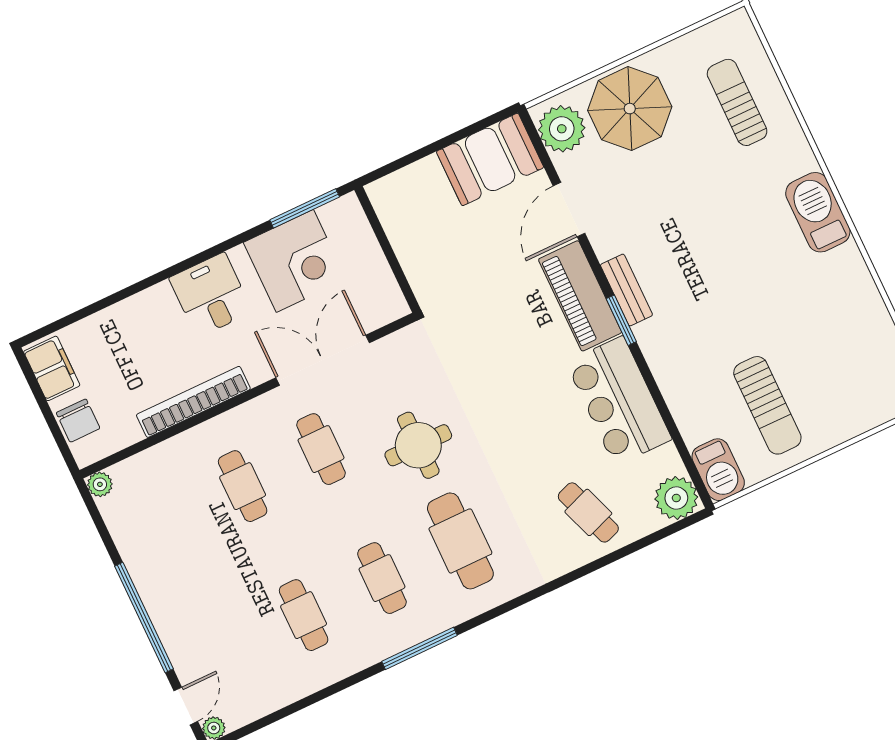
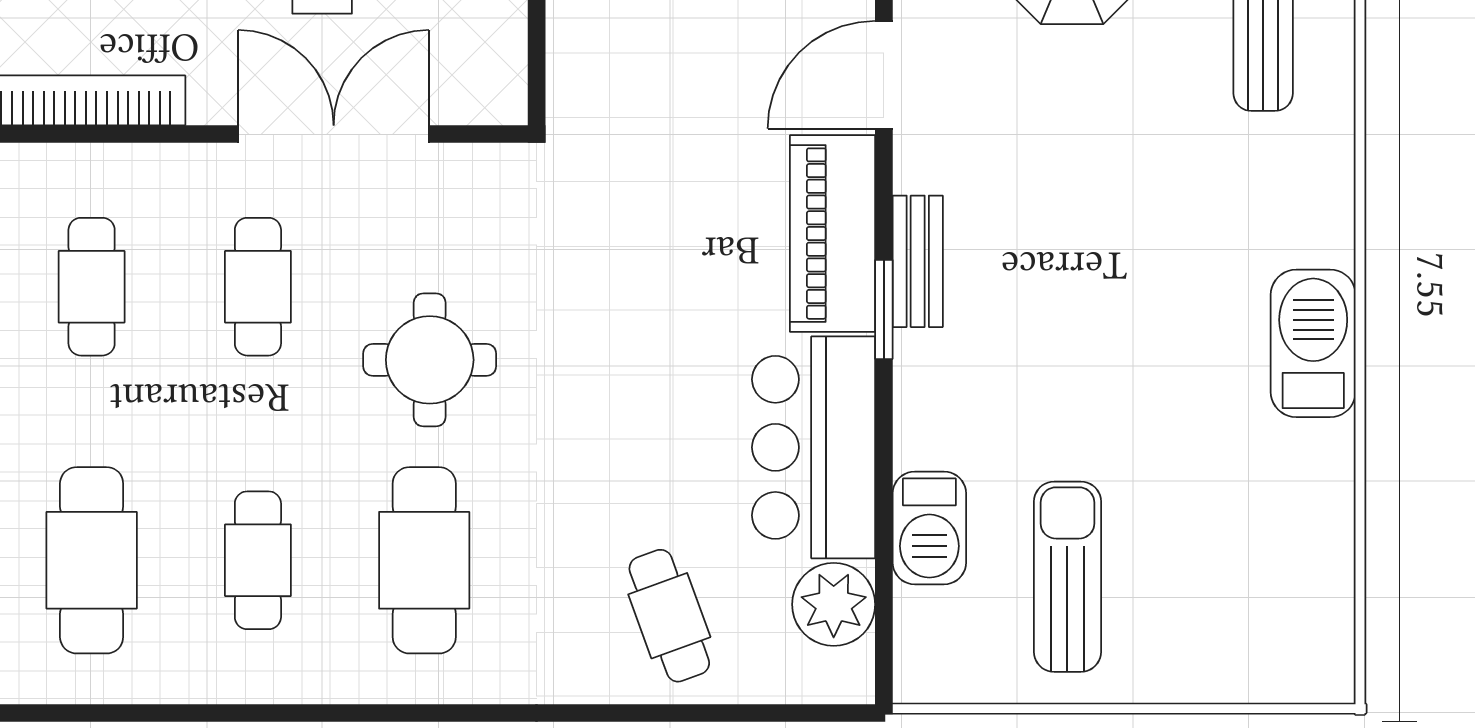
barbecue: (818, 212) -> (1313, 343), moved
sun lounger: (767, 405) -> (1067, 577), turned 180
barbecue: (718, 470) -> (929, 528), moved
plant: (676, 498) -> (834, 604), moved
cafe table: (304, 615) -> (92, 560), width x1.37, depth x1.35
window: (420, 648) -> (265, 713), removed

